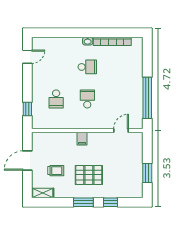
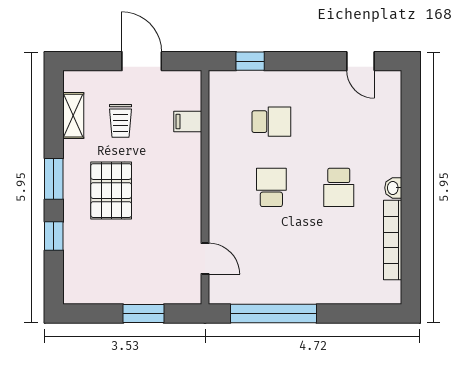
school desk: (56, 99) -> (271, 122), turned 180
school desk: (87, 99) -> (271, 187), turned -90
filing cabinet: (82, 139) -> (188, 122), moved
window: (147, 173) -> (144, 314), moved
shelving: (43, 193) -> (73, 116), moved

